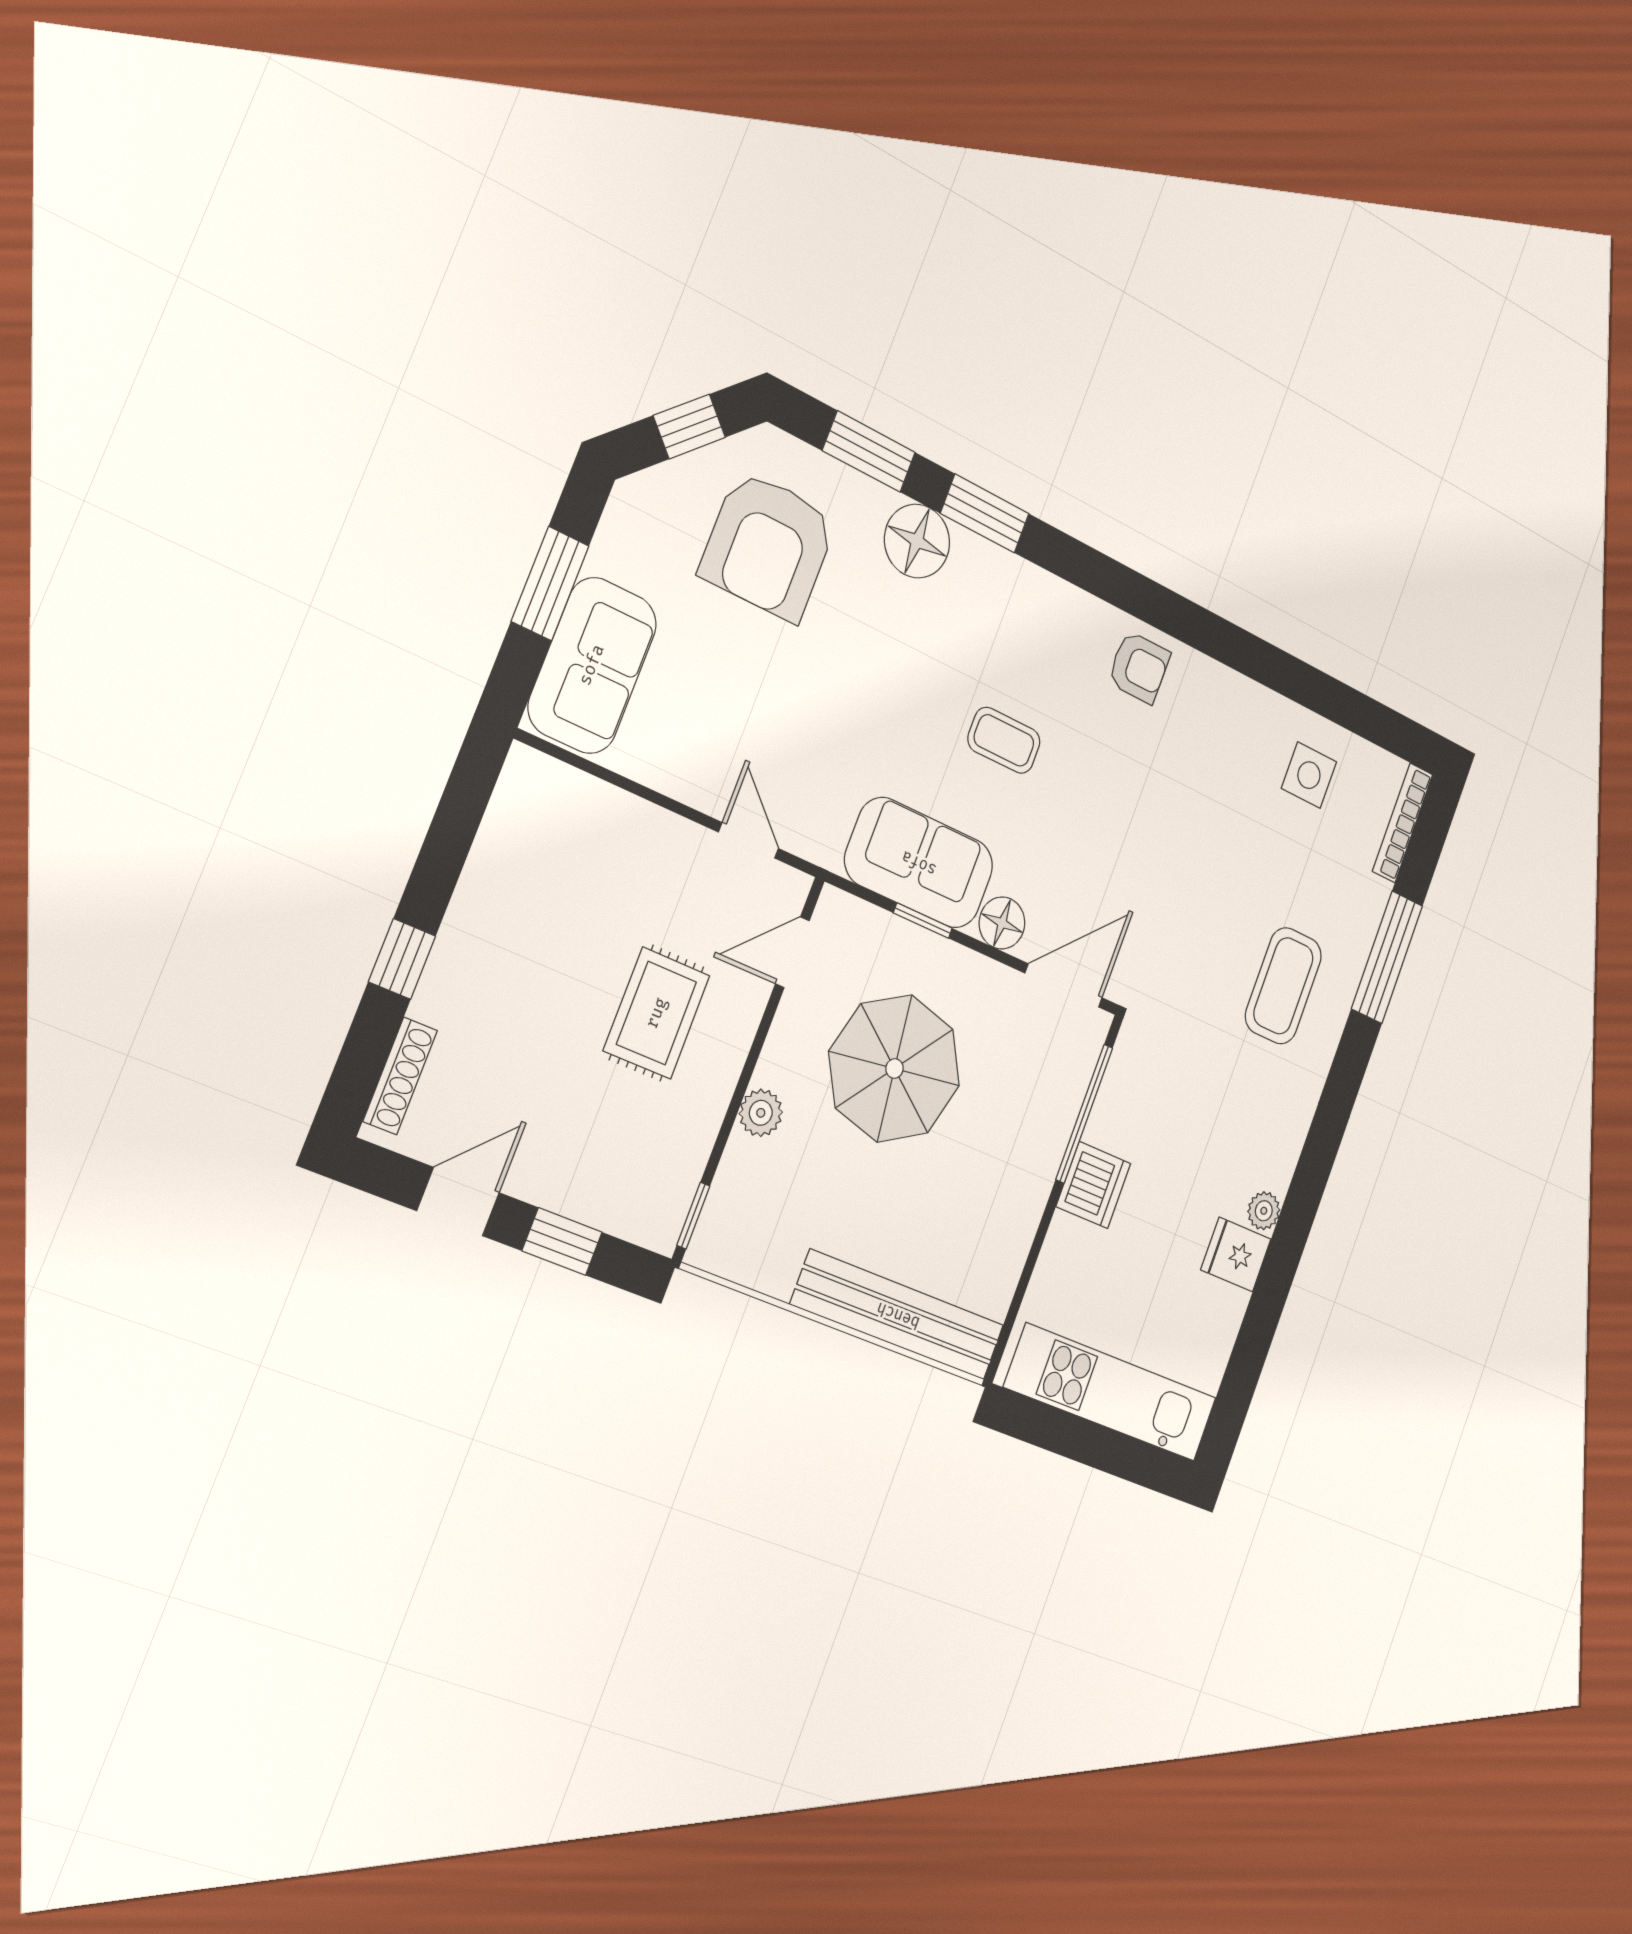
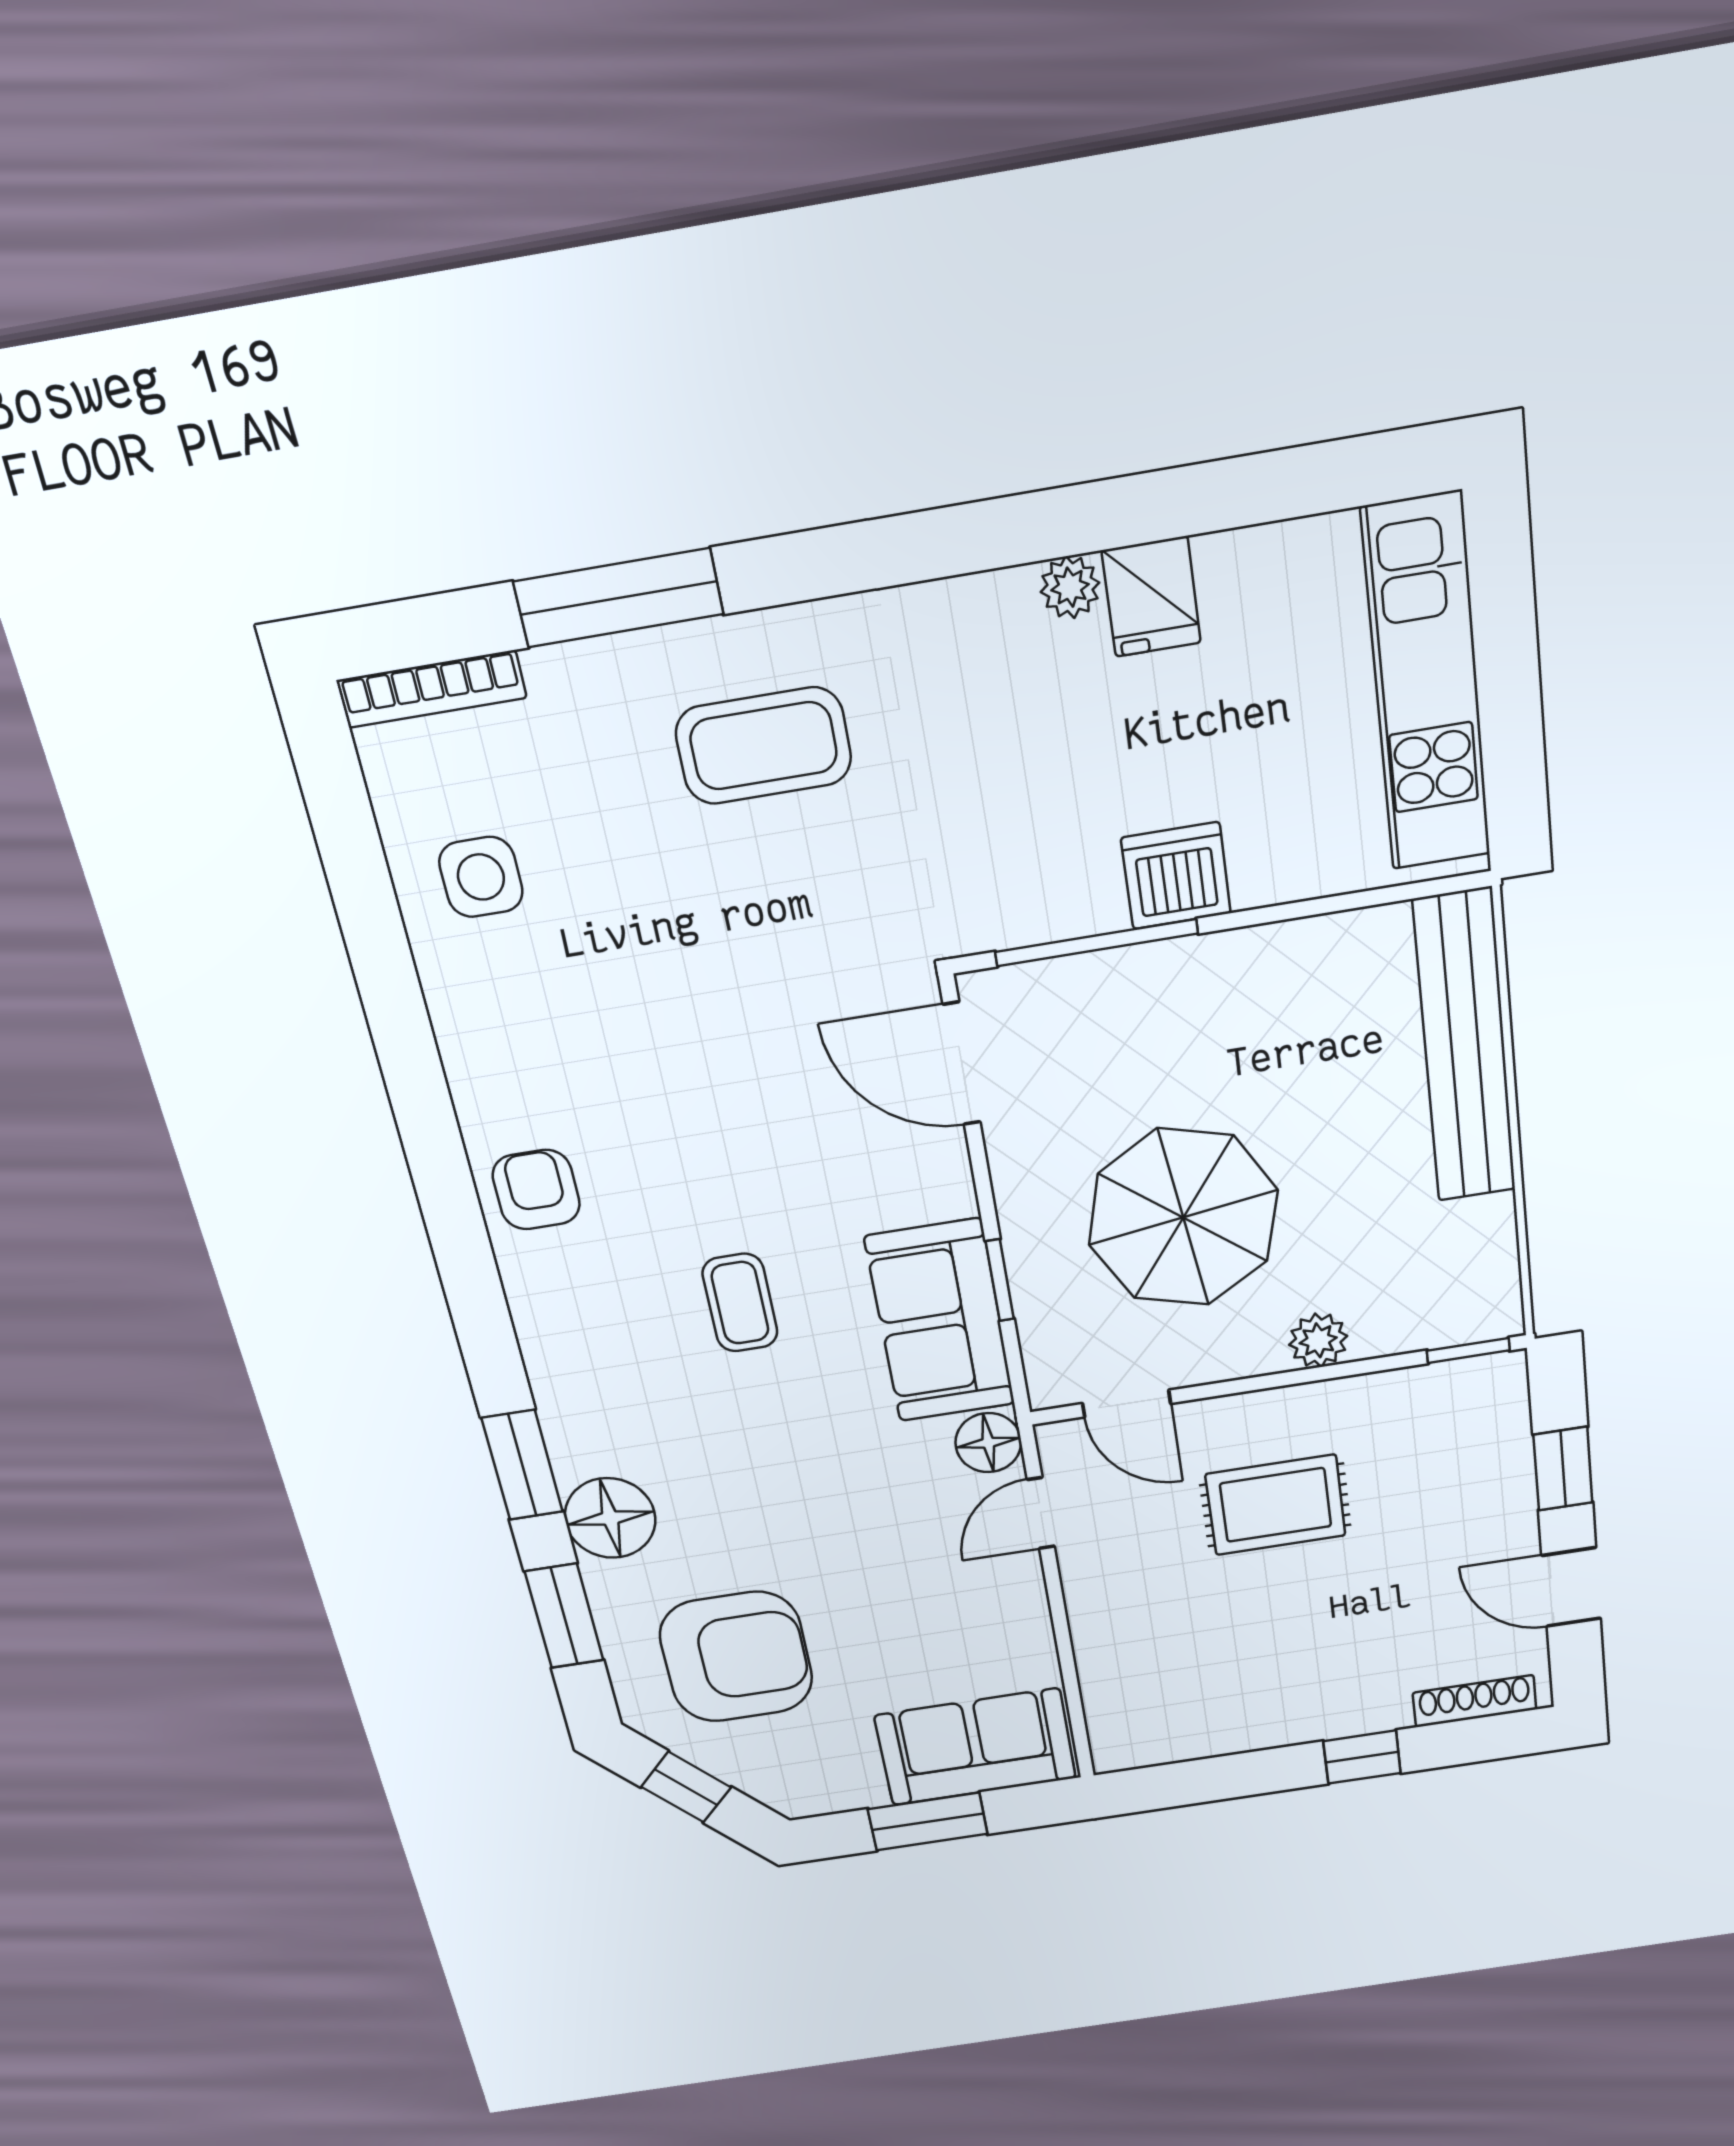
floor lamp: (1002, 923) -> (988, 1443), moved

